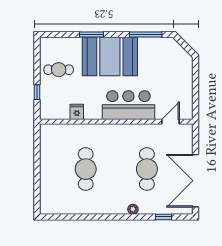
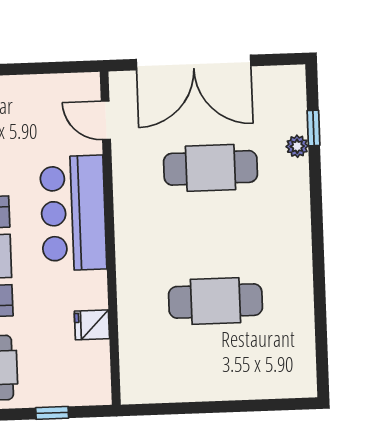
double door: (196, 181) -> (194, 63), moved
plant: (133, 209) -> (297, 146), moved

